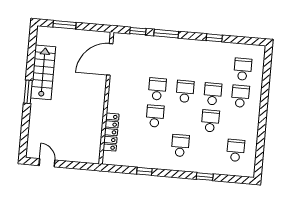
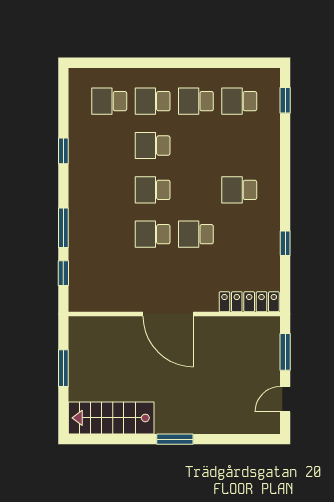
window: (65, 25) -> (63, 368), moved
door: (110, 59) -> (168, 314), moved
stairs: (43, 72) -> (111, 418), moved
school desk: (210, 121) -> (196, 101), moved
locker: (111, 132) -> (249, 302), moved
window: (77, 165) -> (285, 352), added
window: (205, 177) -> (285, 100), moved

